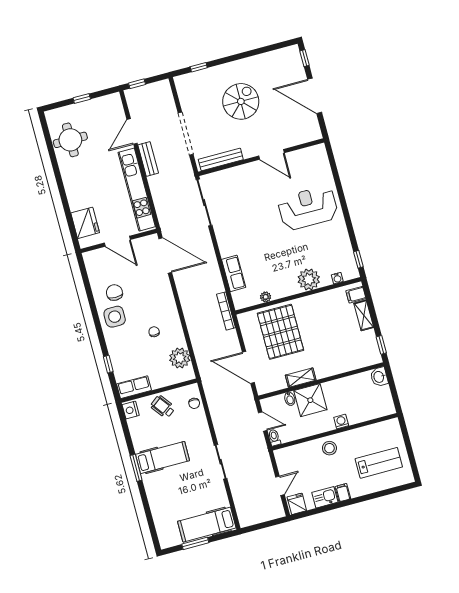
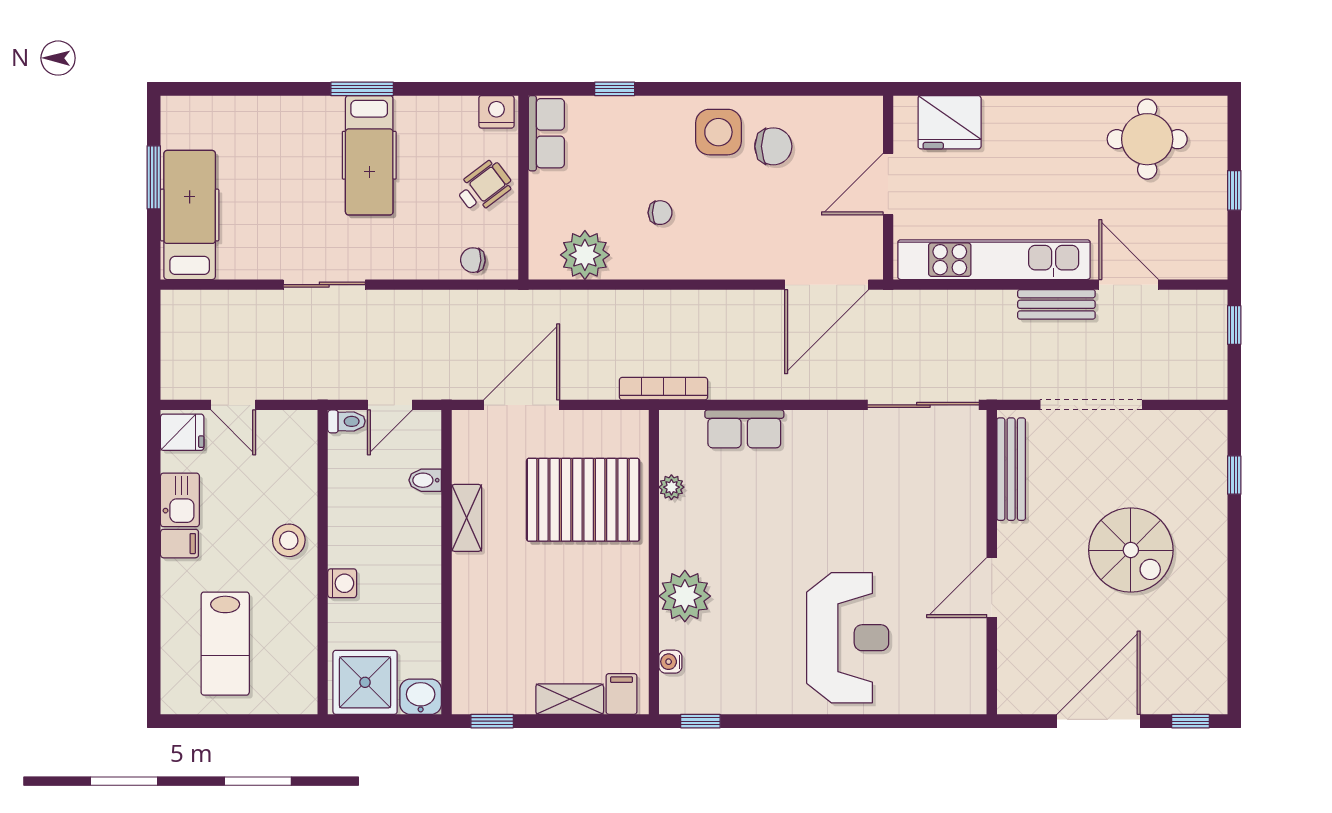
shower: (310, 400) -> (365, 682), moved

